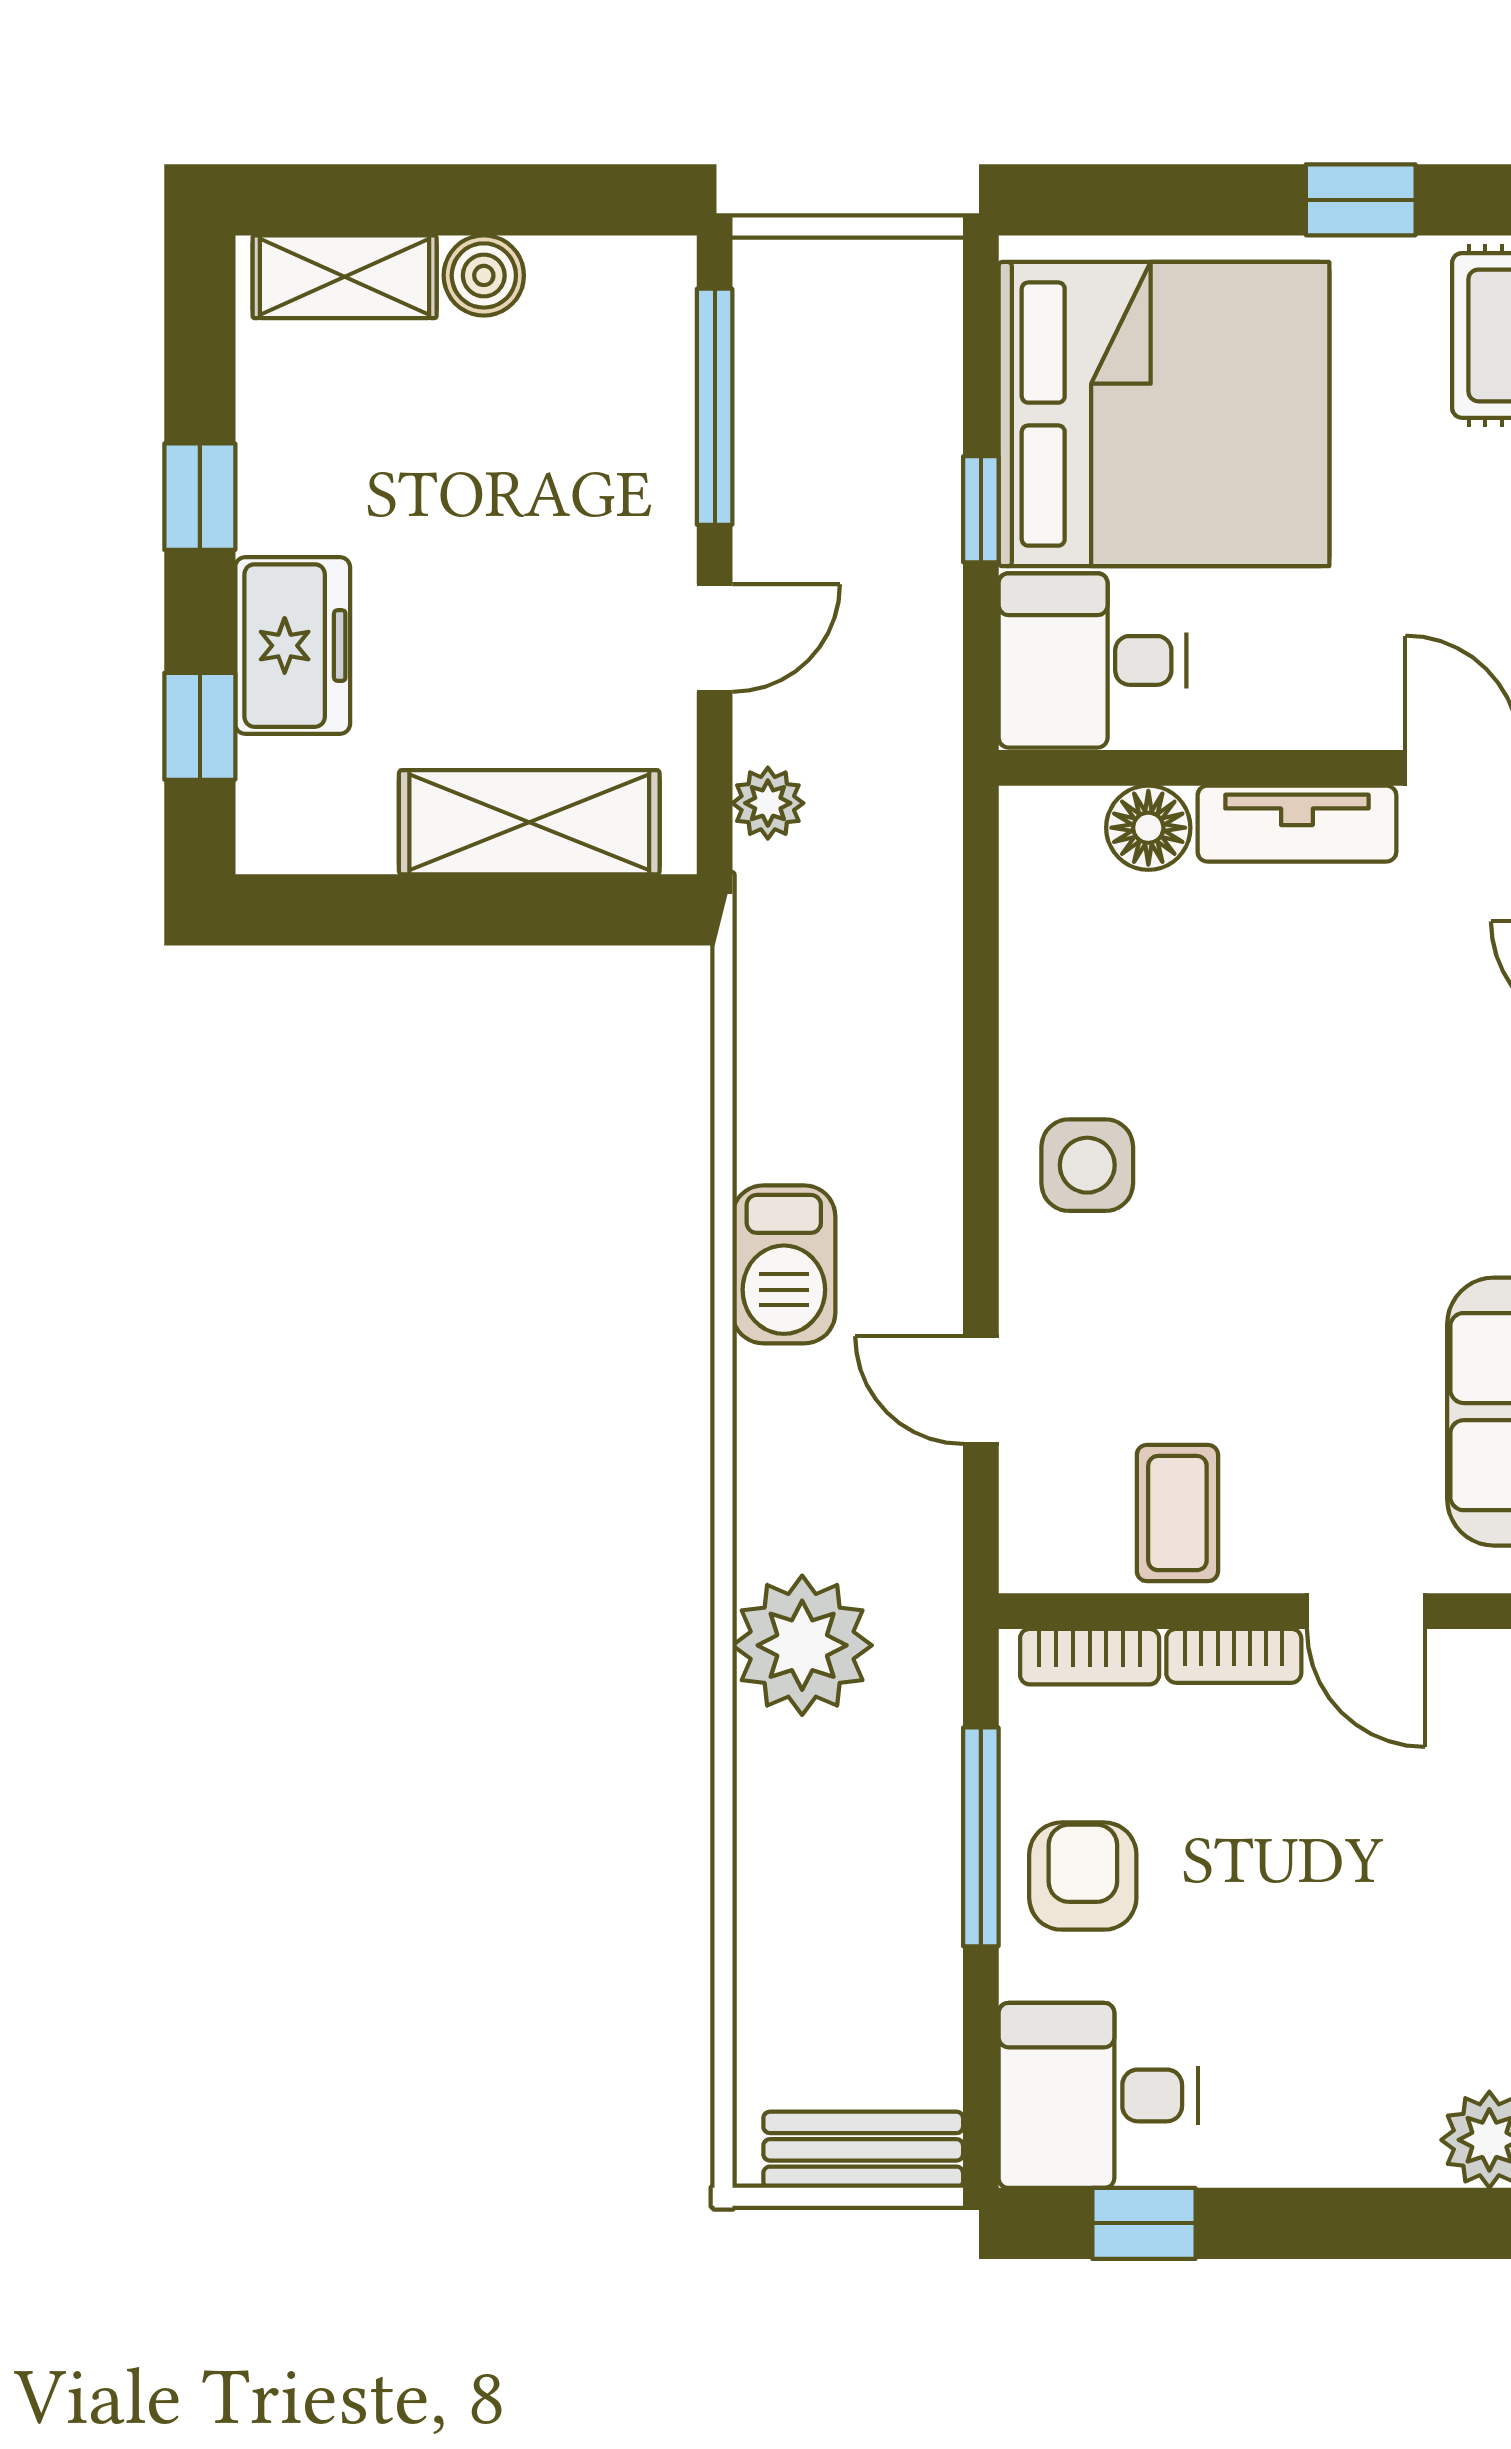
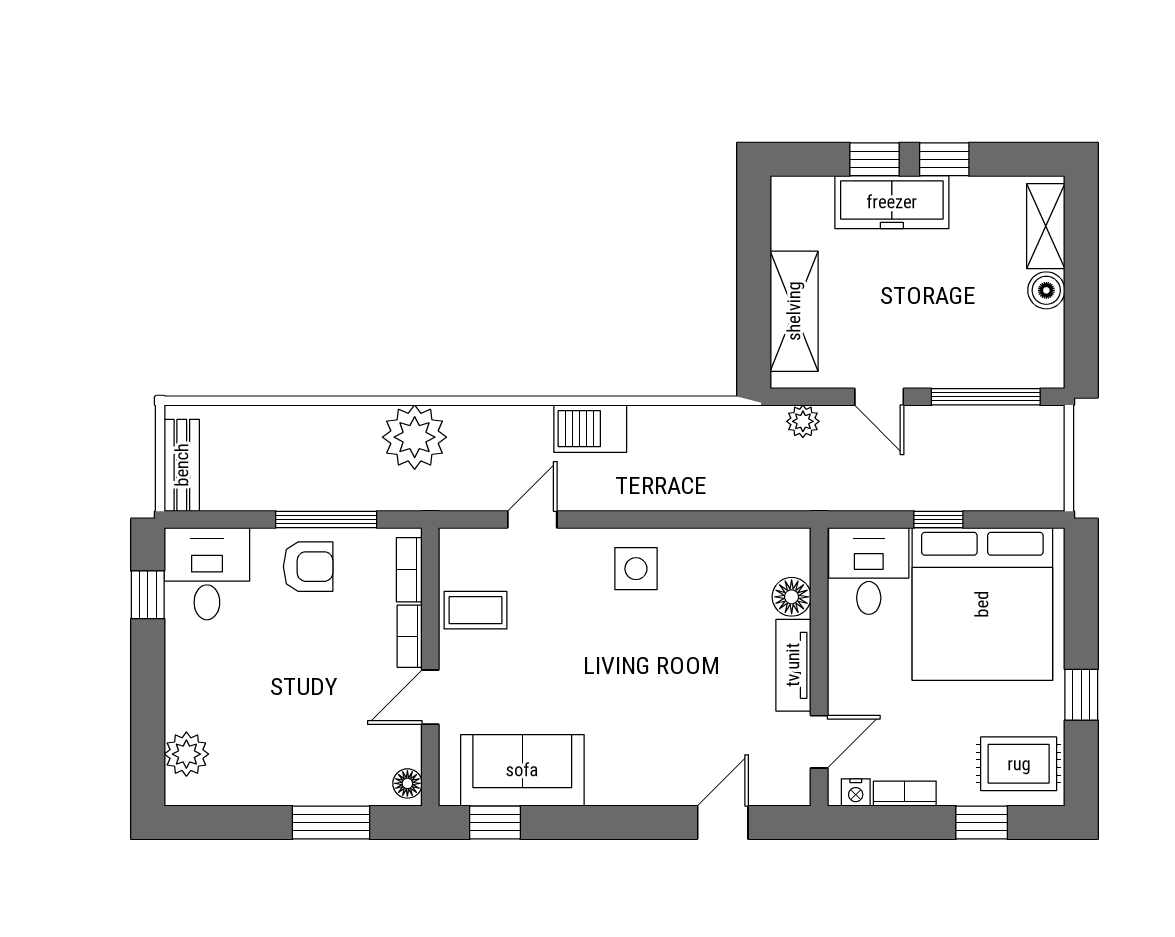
freezer: (293, 646) -> (892, 202), width x1.40
window: (200, 726) -> (874, 159), moved

